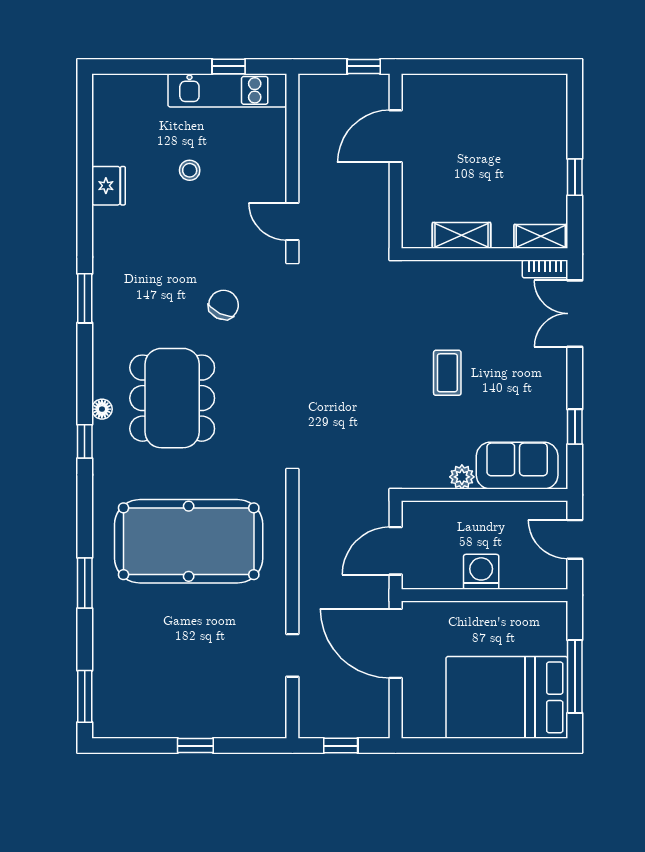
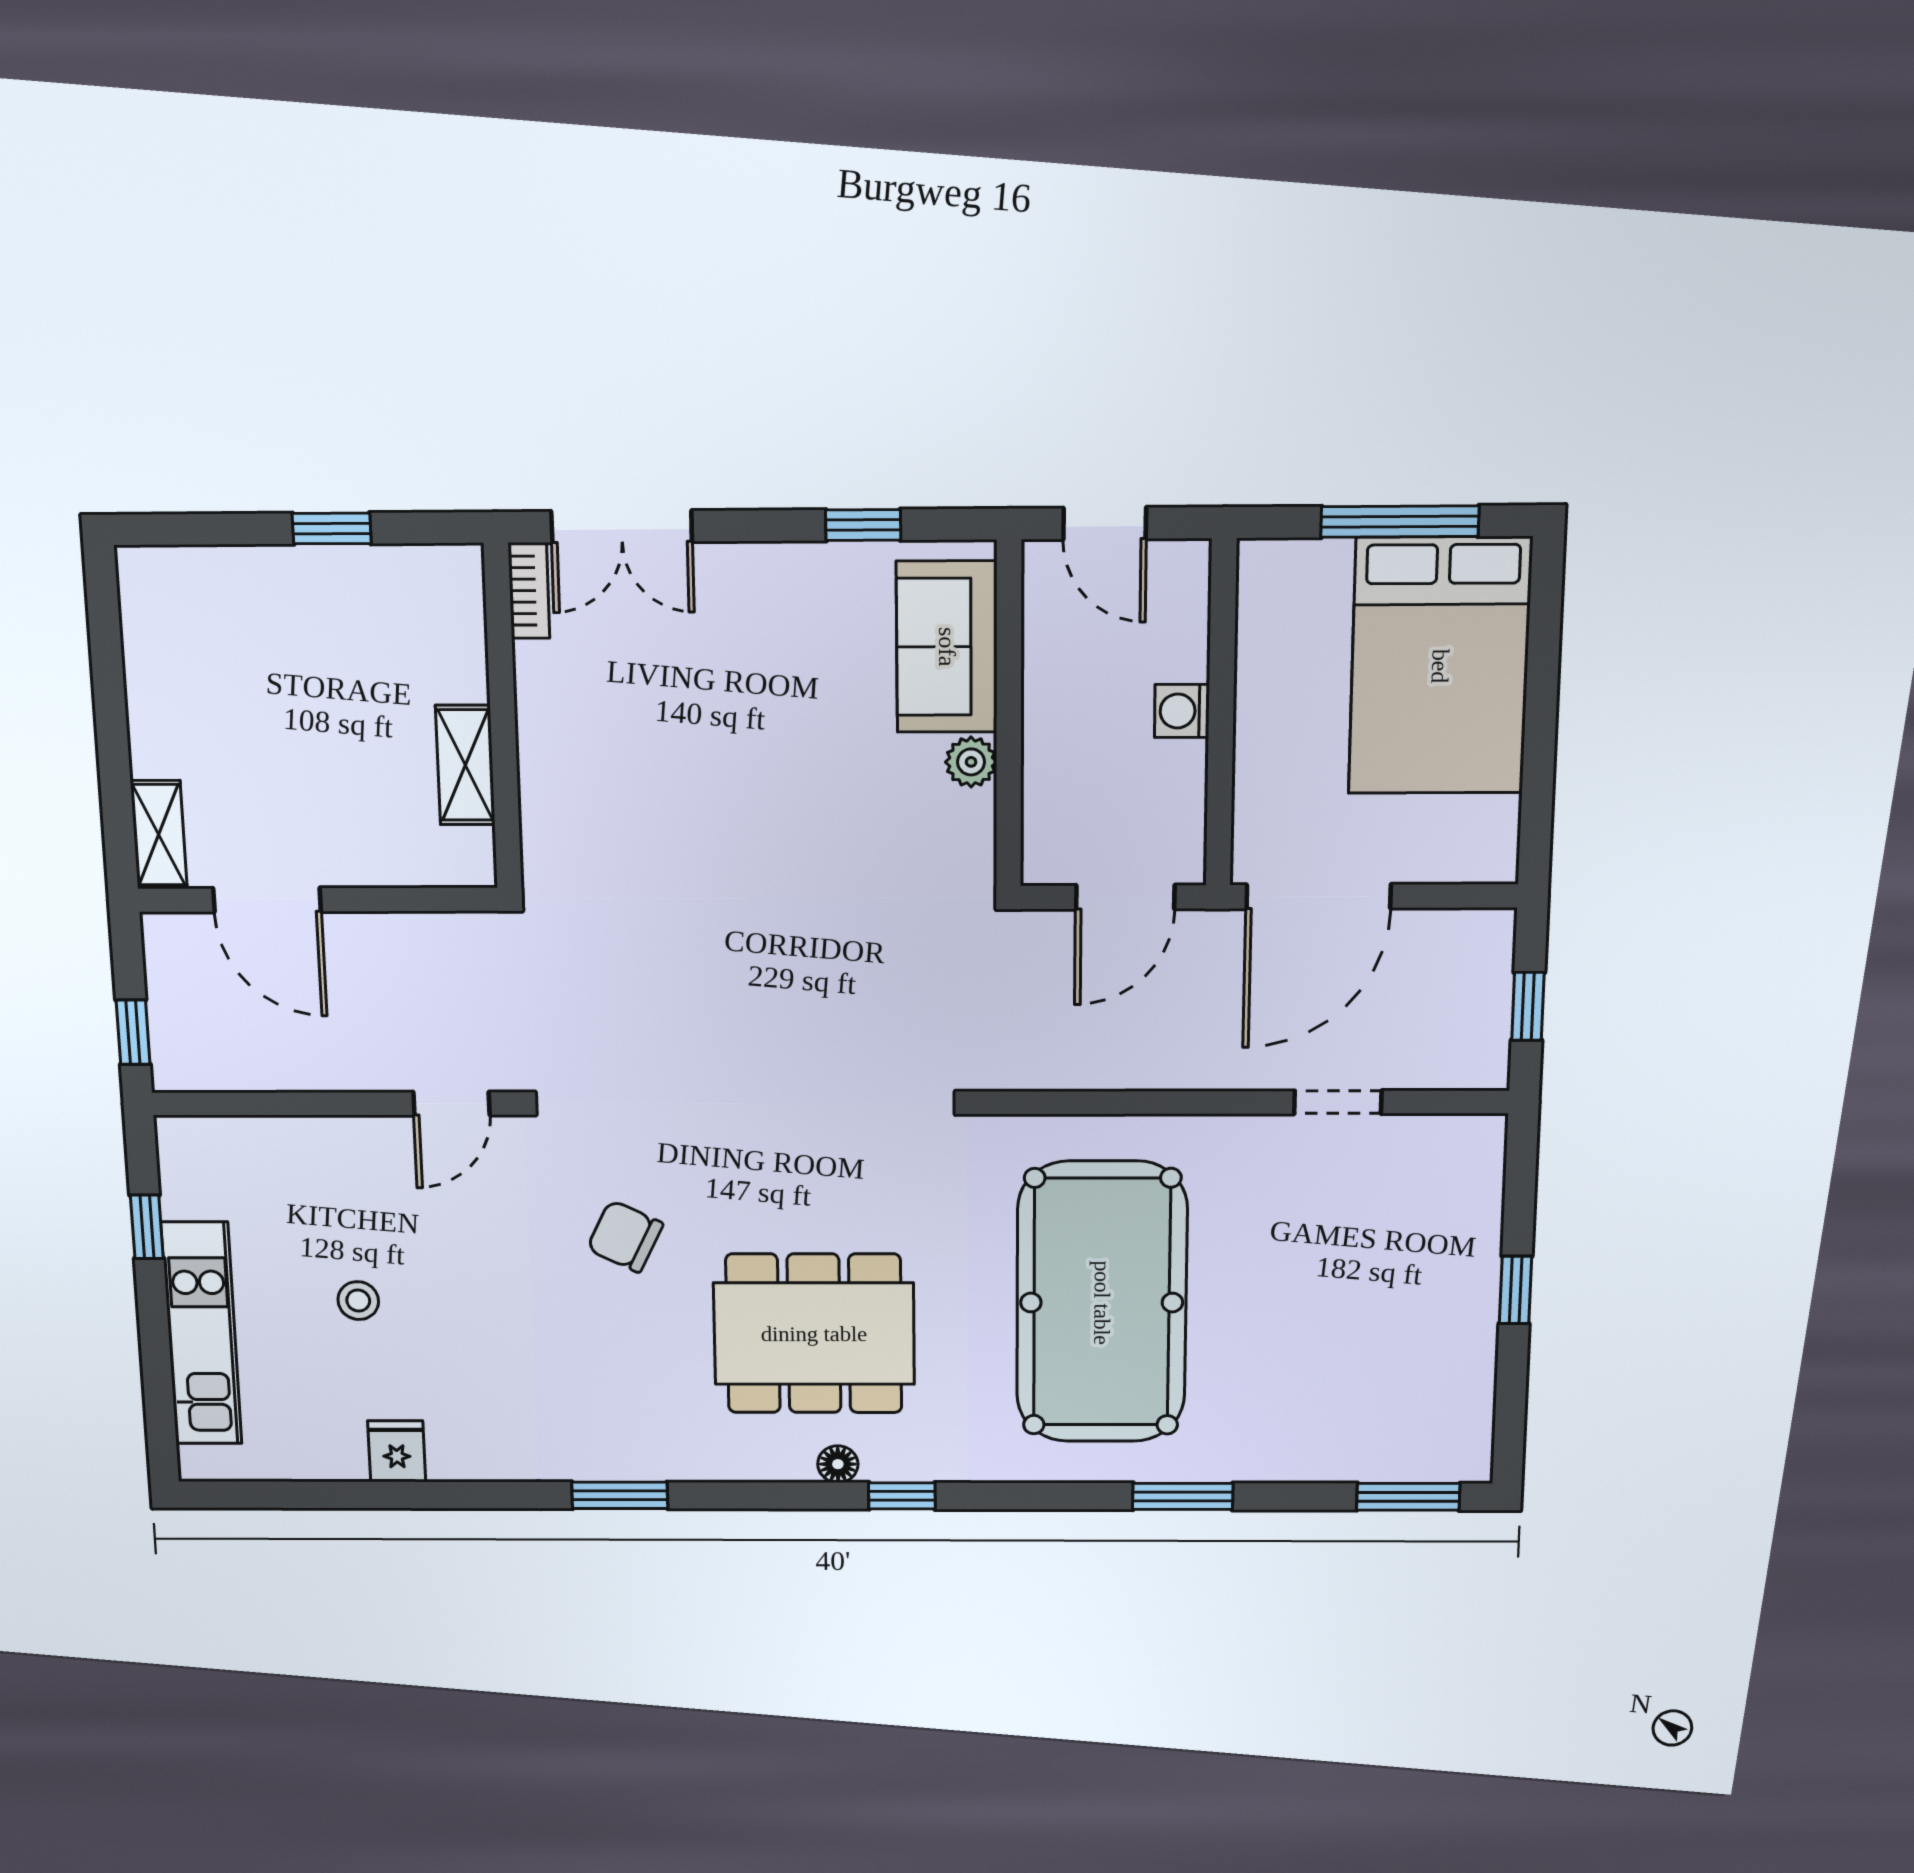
window: (364, 66) -> (133, 1032), moved
kitchen unit: (227, 90) -> (202, 1334), moved
fridge: (109, 186) -> (397, 1451), width x0.72
shelving: (541, 236) -> (159, 835), moved
coffee table: (447, 373) -> (753, 793), removed
door: (575, 539) -> (1105, 523), hinge flipped
door: (396, 551) -> (1125, 897), hinge flipped
washing machine: (481, 572) -> (1182, 711), width x0.73, depth x0.73

